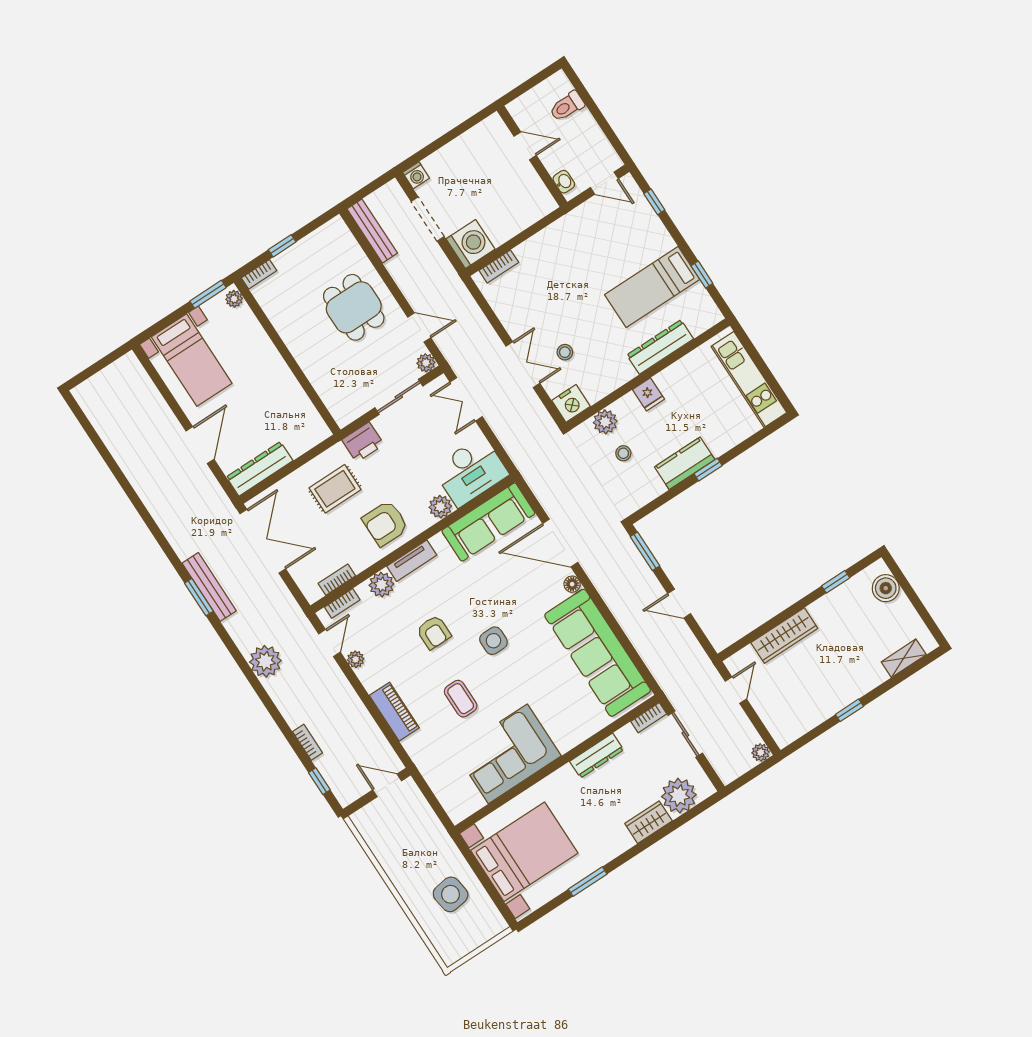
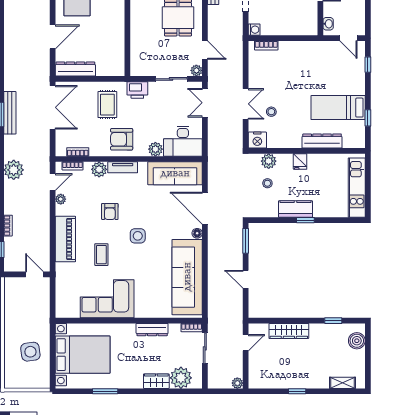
washing machine: (471, 244) -> (254, 30), width x0.53, depth x0.53
rug: (335, 489) -> (107, 105), turned 90
piano: (394, 712) -> (65, 239), width x1.37, depth x1.33

